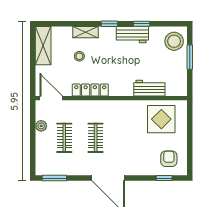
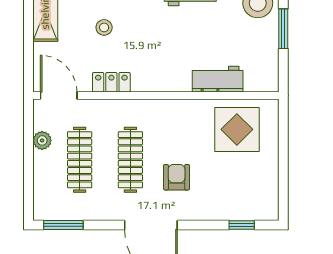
locker: (90, 90) -> (111, 82), width x0.66
clothes rail: (64, 138) -> (80, 160), width x1.36
clothes rail: (96, 138) -> (130, 160), width x1.36
armchair: (169, 159) -> (177, 177), moved

